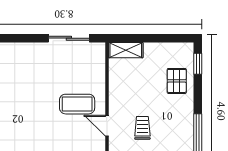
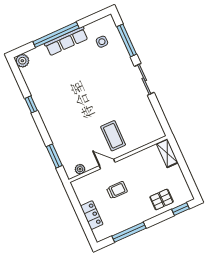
sliding door: (69, 38) -> (144, 79), moved
door: (107, 126) -> (107, 164), hinge flipped

